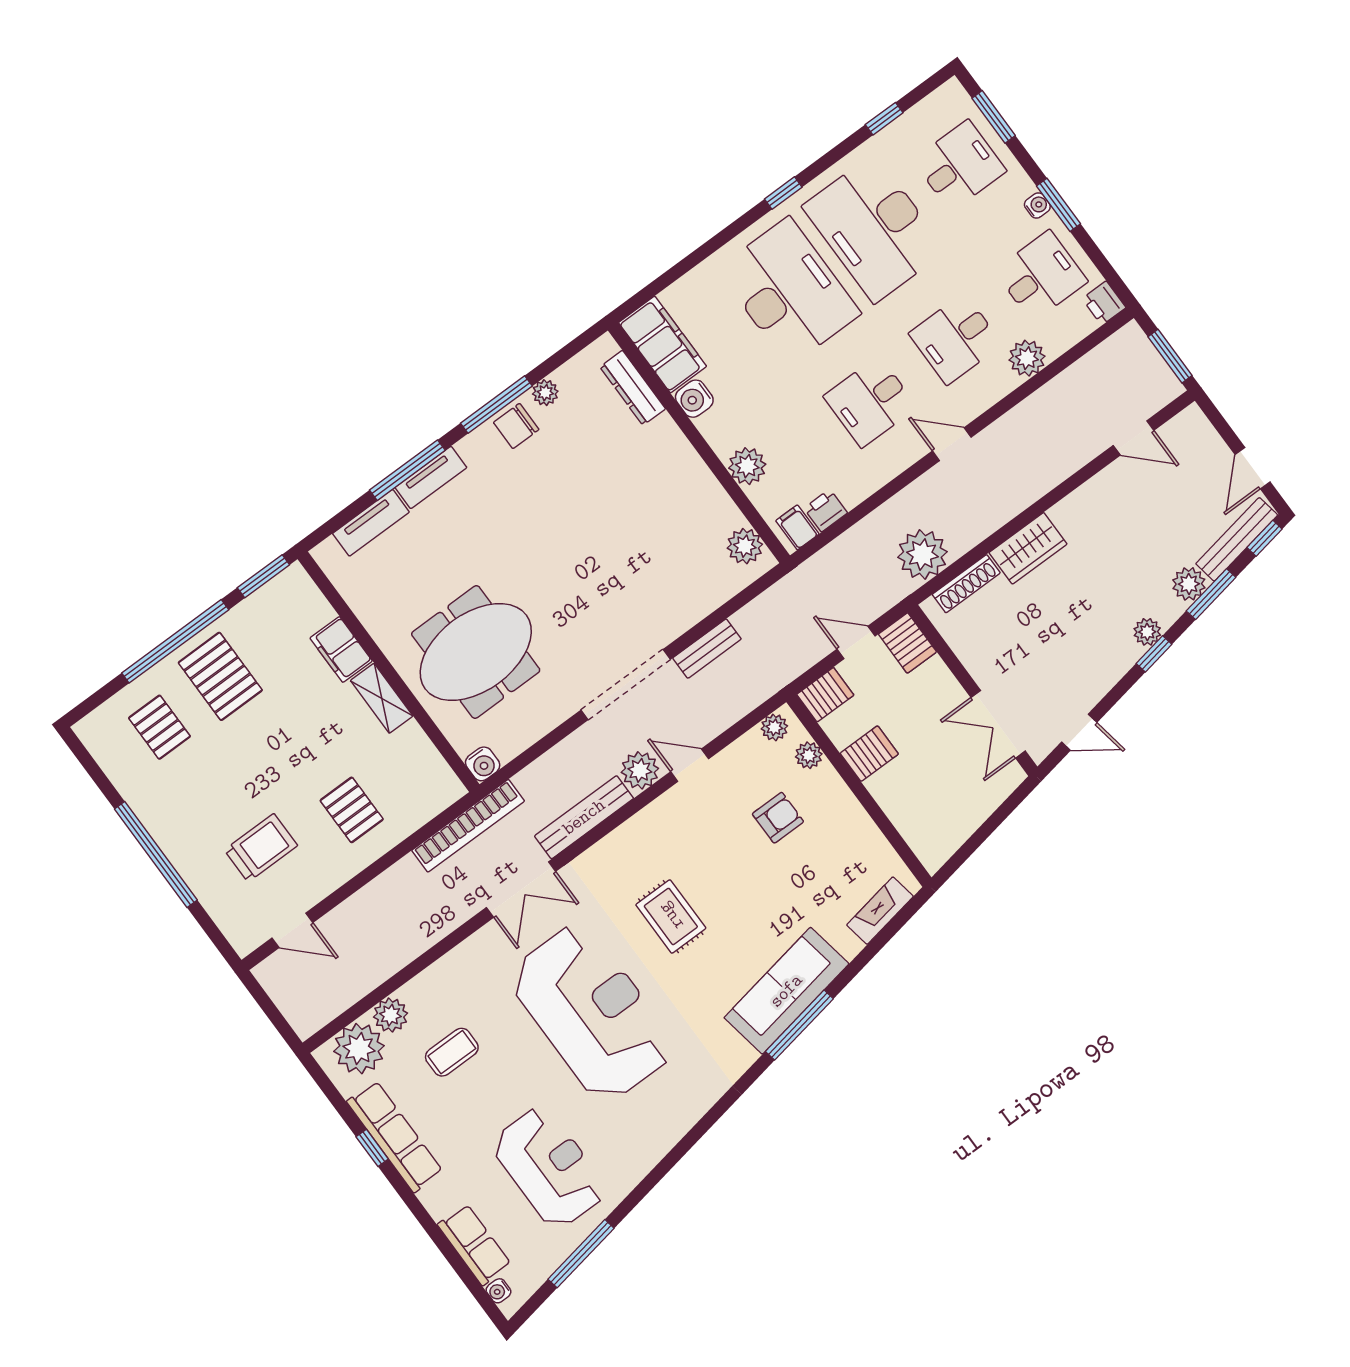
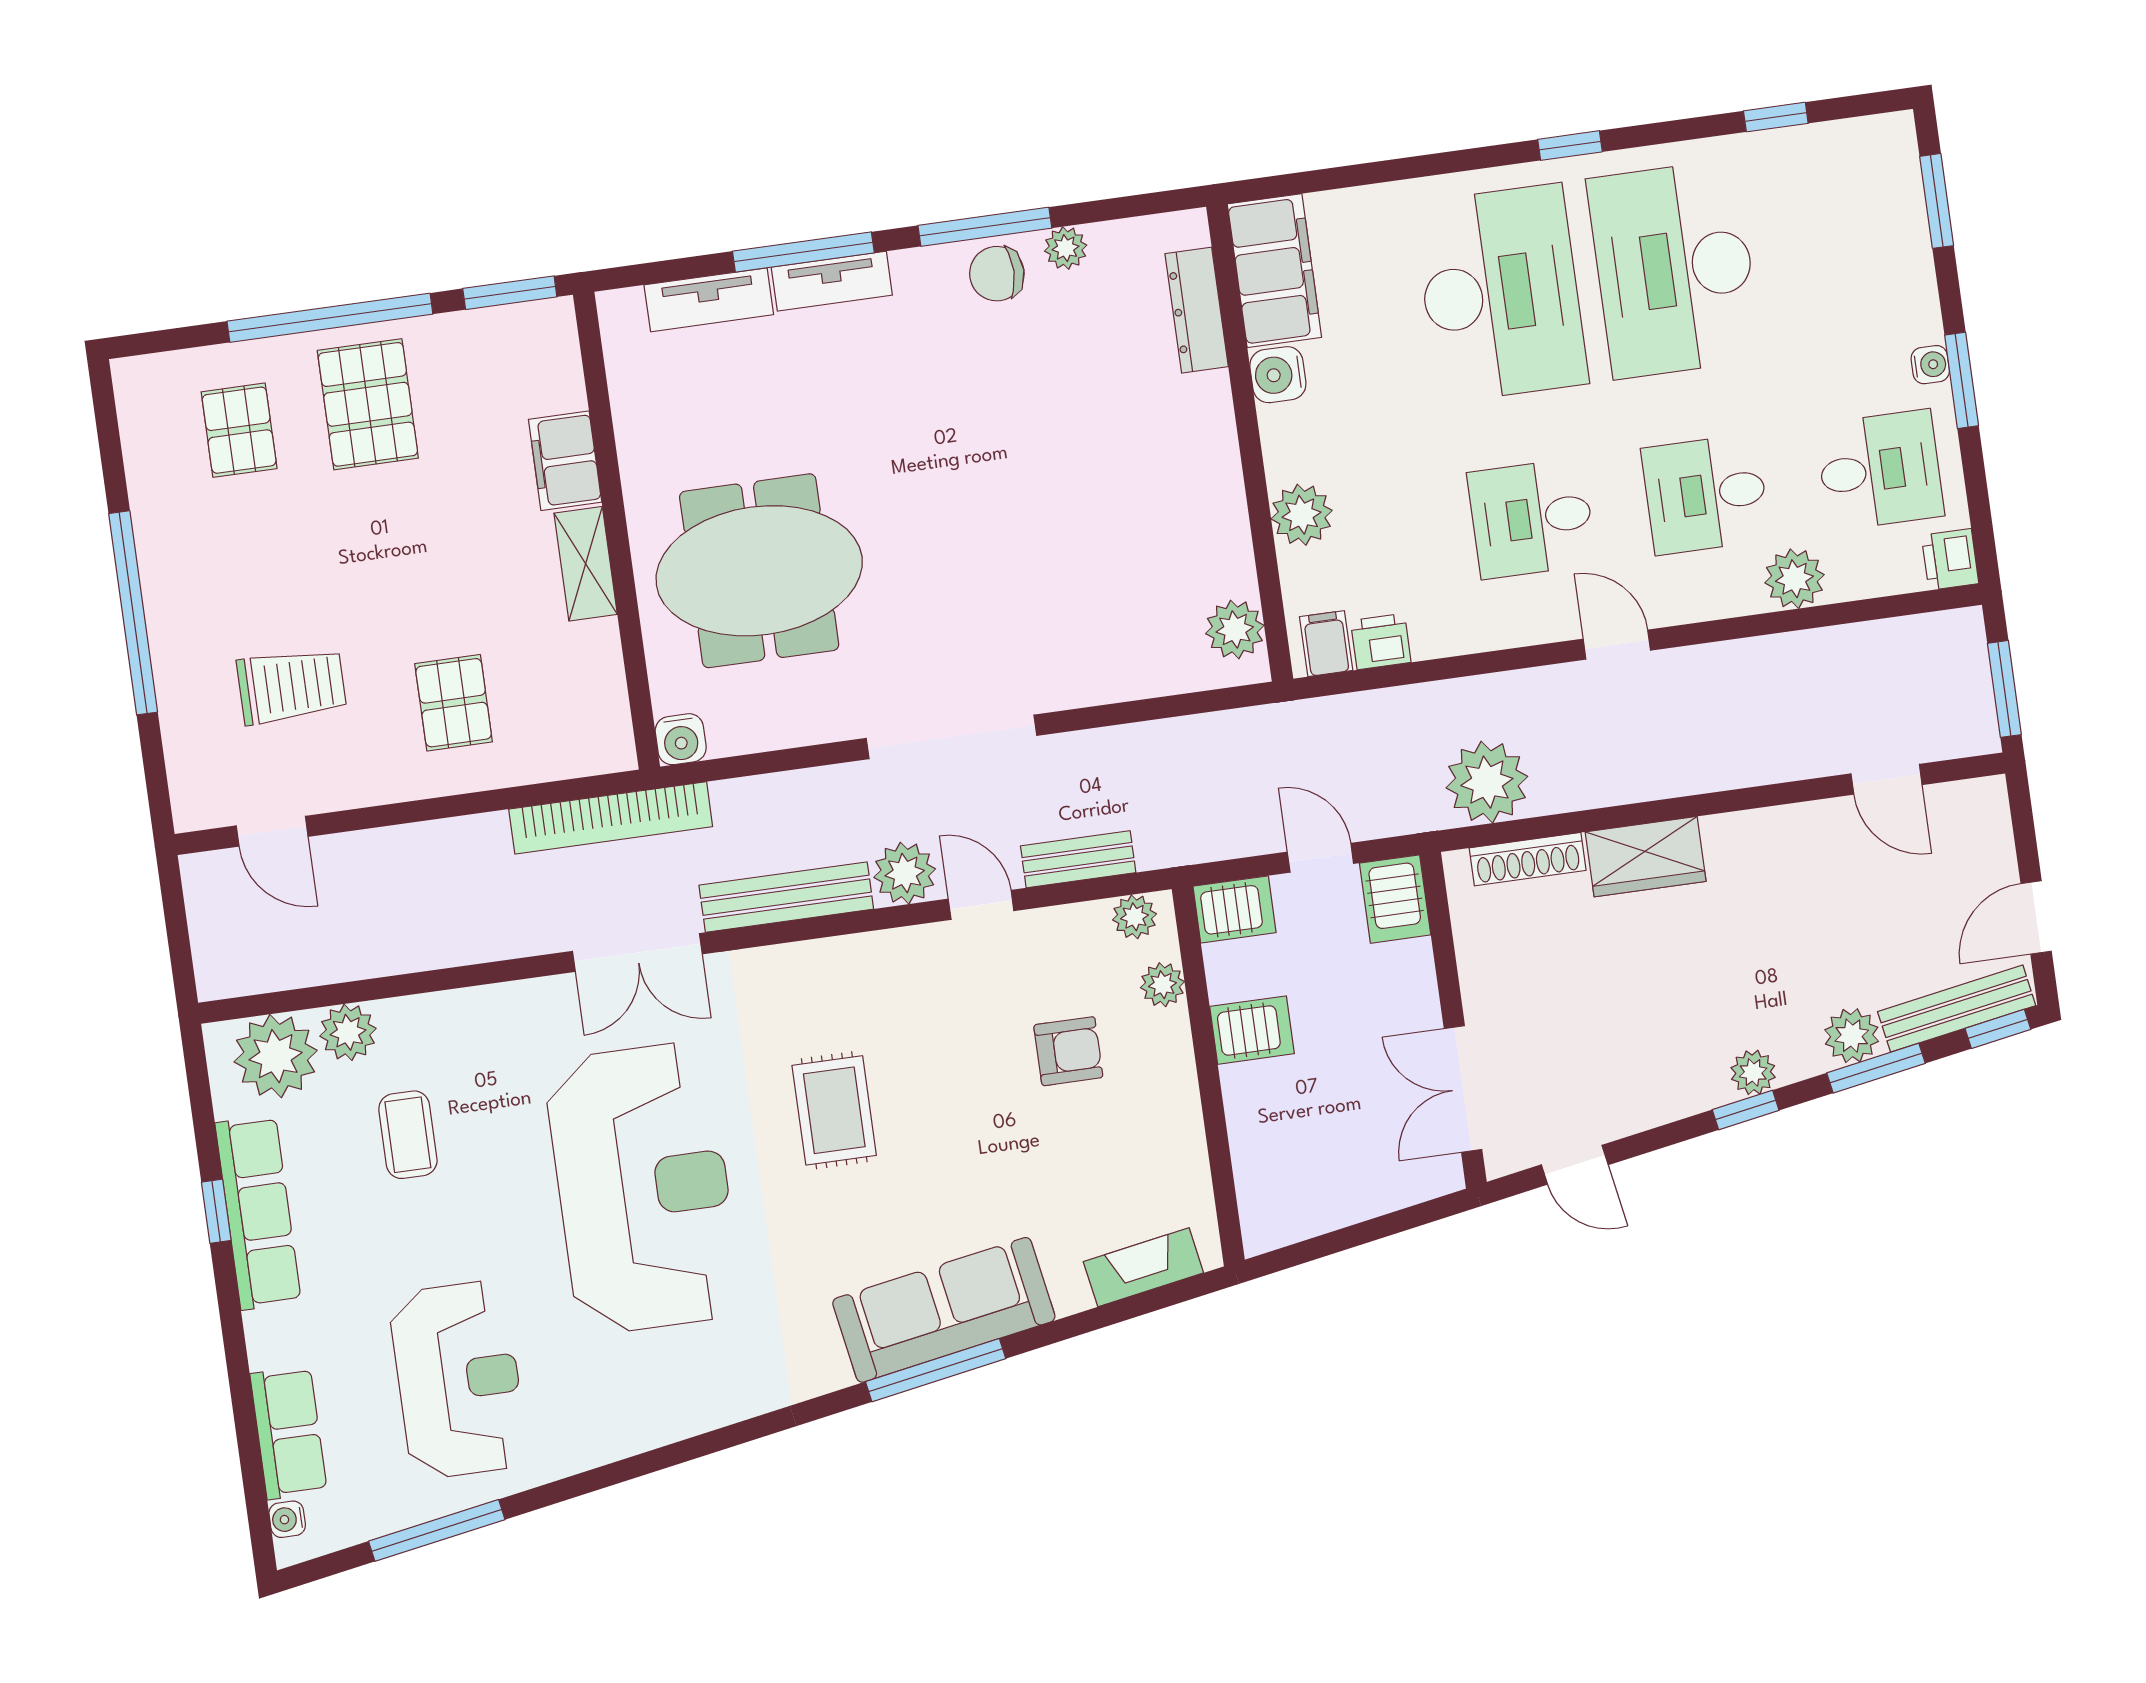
desk: (960, 166) -> (1848, 245), removed
bench: (707, 649) -> (1078, 859), moved
coffee table: (452, 1052) -> (408, 1135), turned 90

